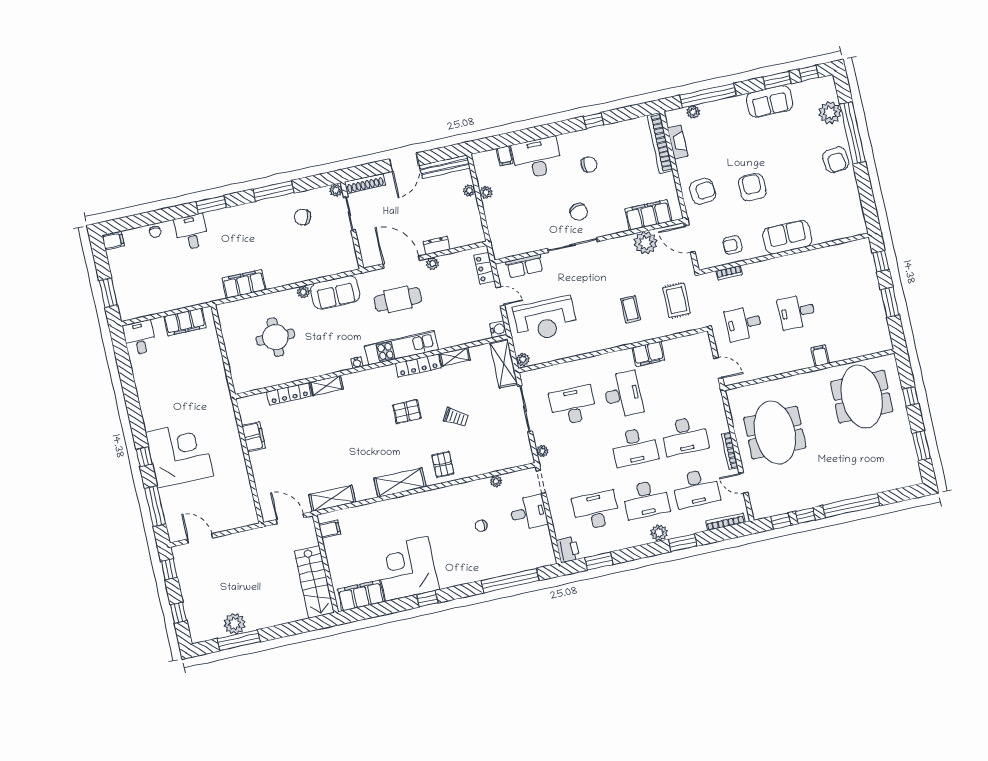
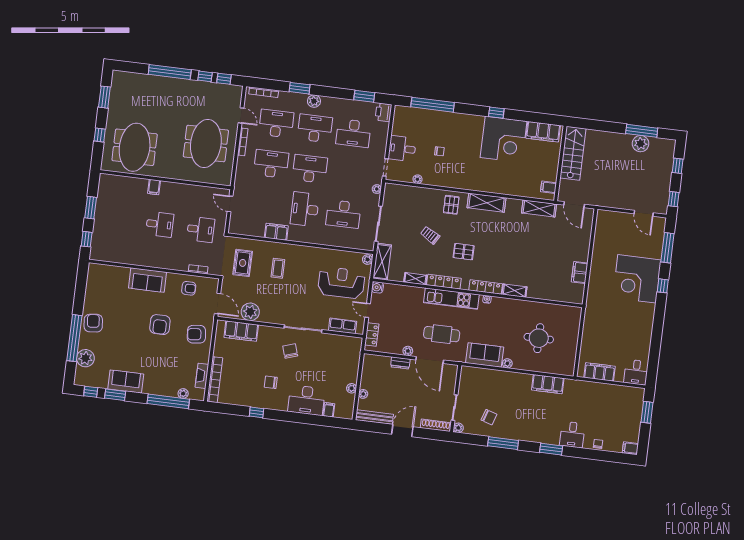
locker: (289, 394) -> (486, 287), moved

